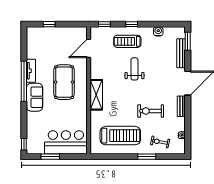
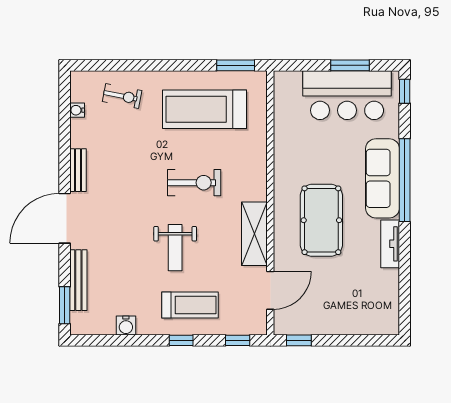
window: (49, 24) -> (299, 340), moved
window: (24, 81) -> (405, 180), moved
shelving: (96, 95) -> (254, 234), moved
sofa: (35, 97) -> (383, 178), width x1.36
exercise bike: (151, 111) -> (194, 183), moved
bar counter: (66, 142) -> (347, 95), moved
window: (147, 157) -> (236, 65), moved

